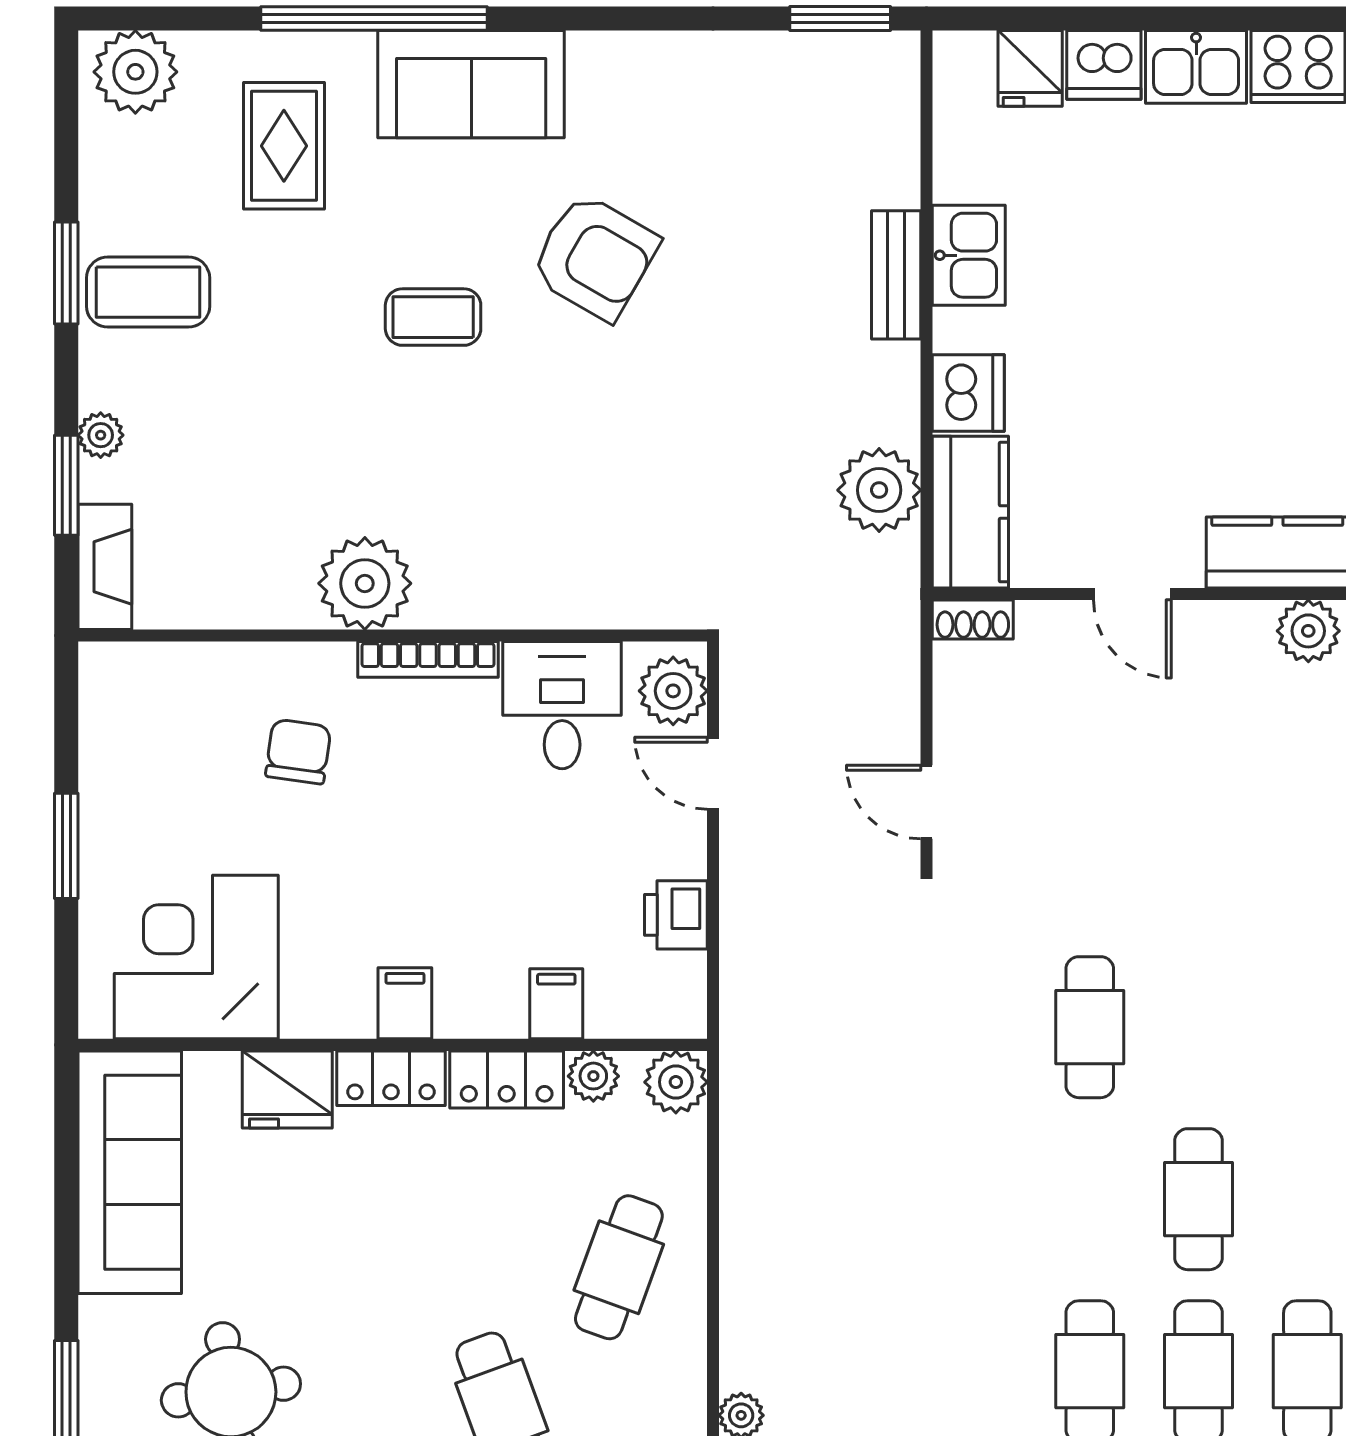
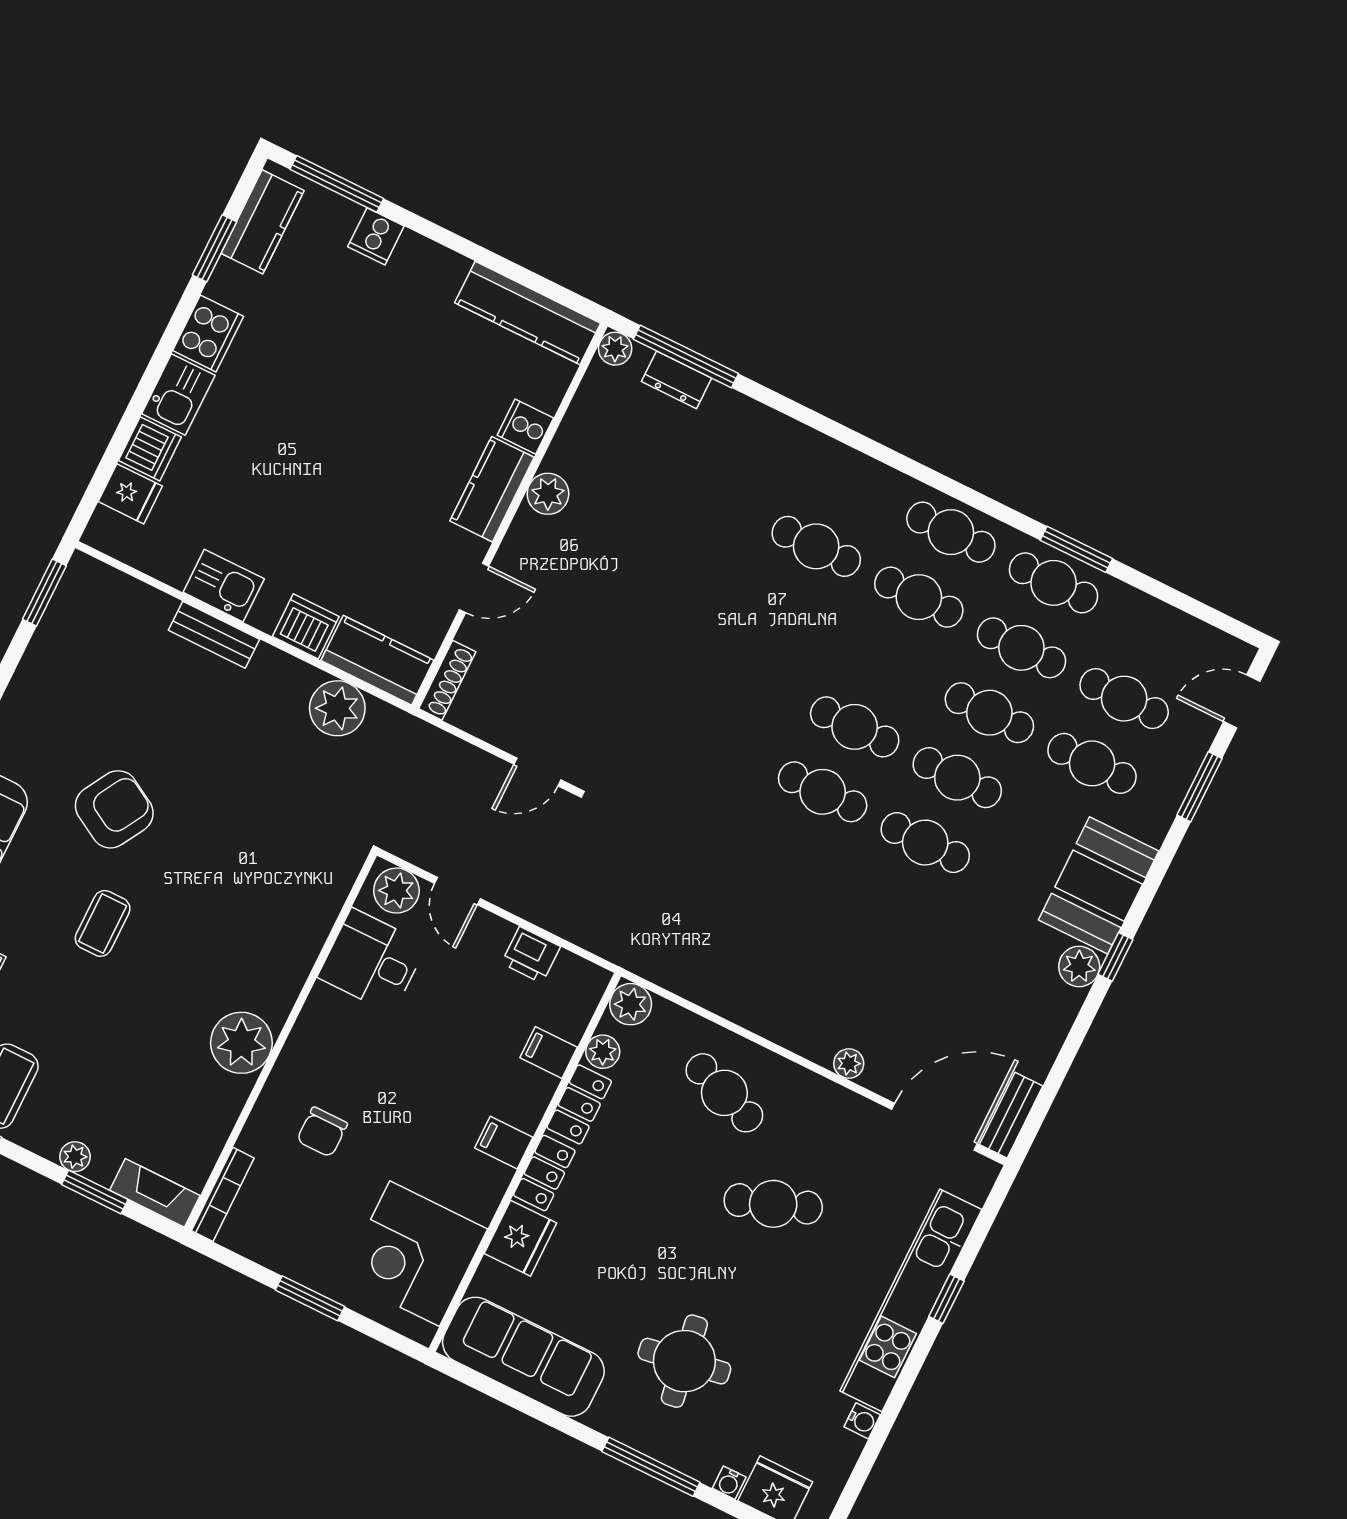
shoe rack: (973, 619) -> (447, 680), width x1.43
bookcase: (428, 659) -> (223, 1194), moved
chair: (298, 752) -> (322, 1132), turned -98
door: (713, 773) -> (457, 891), hinge flipped
cafe table: (1090, 1027) -> (823, 792), moved

